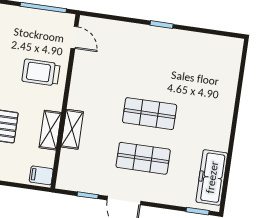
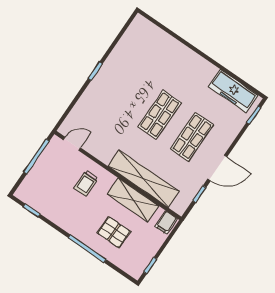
trolley: (41, 72) -> (86, 183), width x0.73, depth x0.72
shelving: (72, 129) -> (144, 179), width x2.20, depth x1.33
shelving: (50, 130) -> (133, 200), width x1.50, depth x1.33

